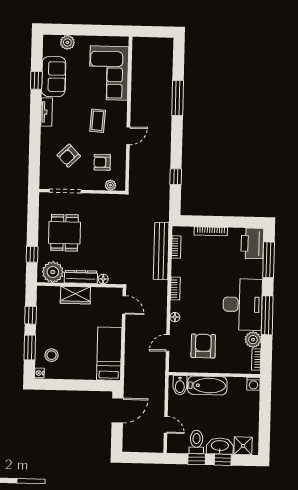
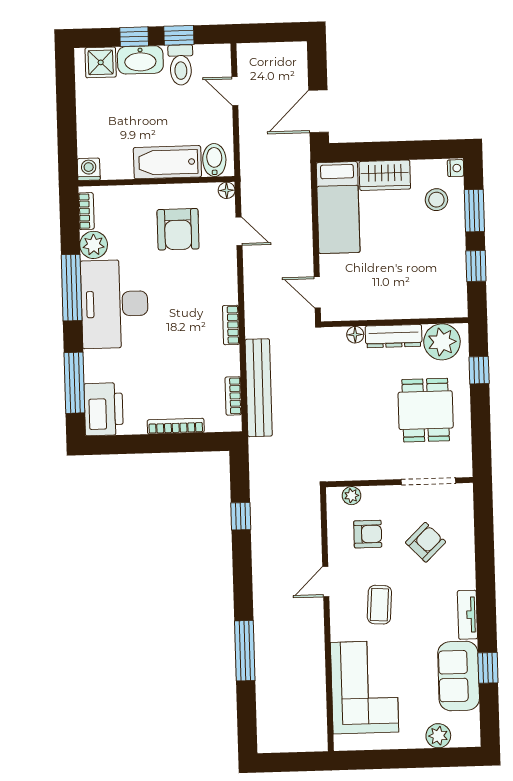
wardrobe: (75, 295) -> (385, 175), moved, turned 180
floor lamp: (175, 317) -> (227, 190), moved
door: (168, 343) -> (239, 231), hinge flipped

